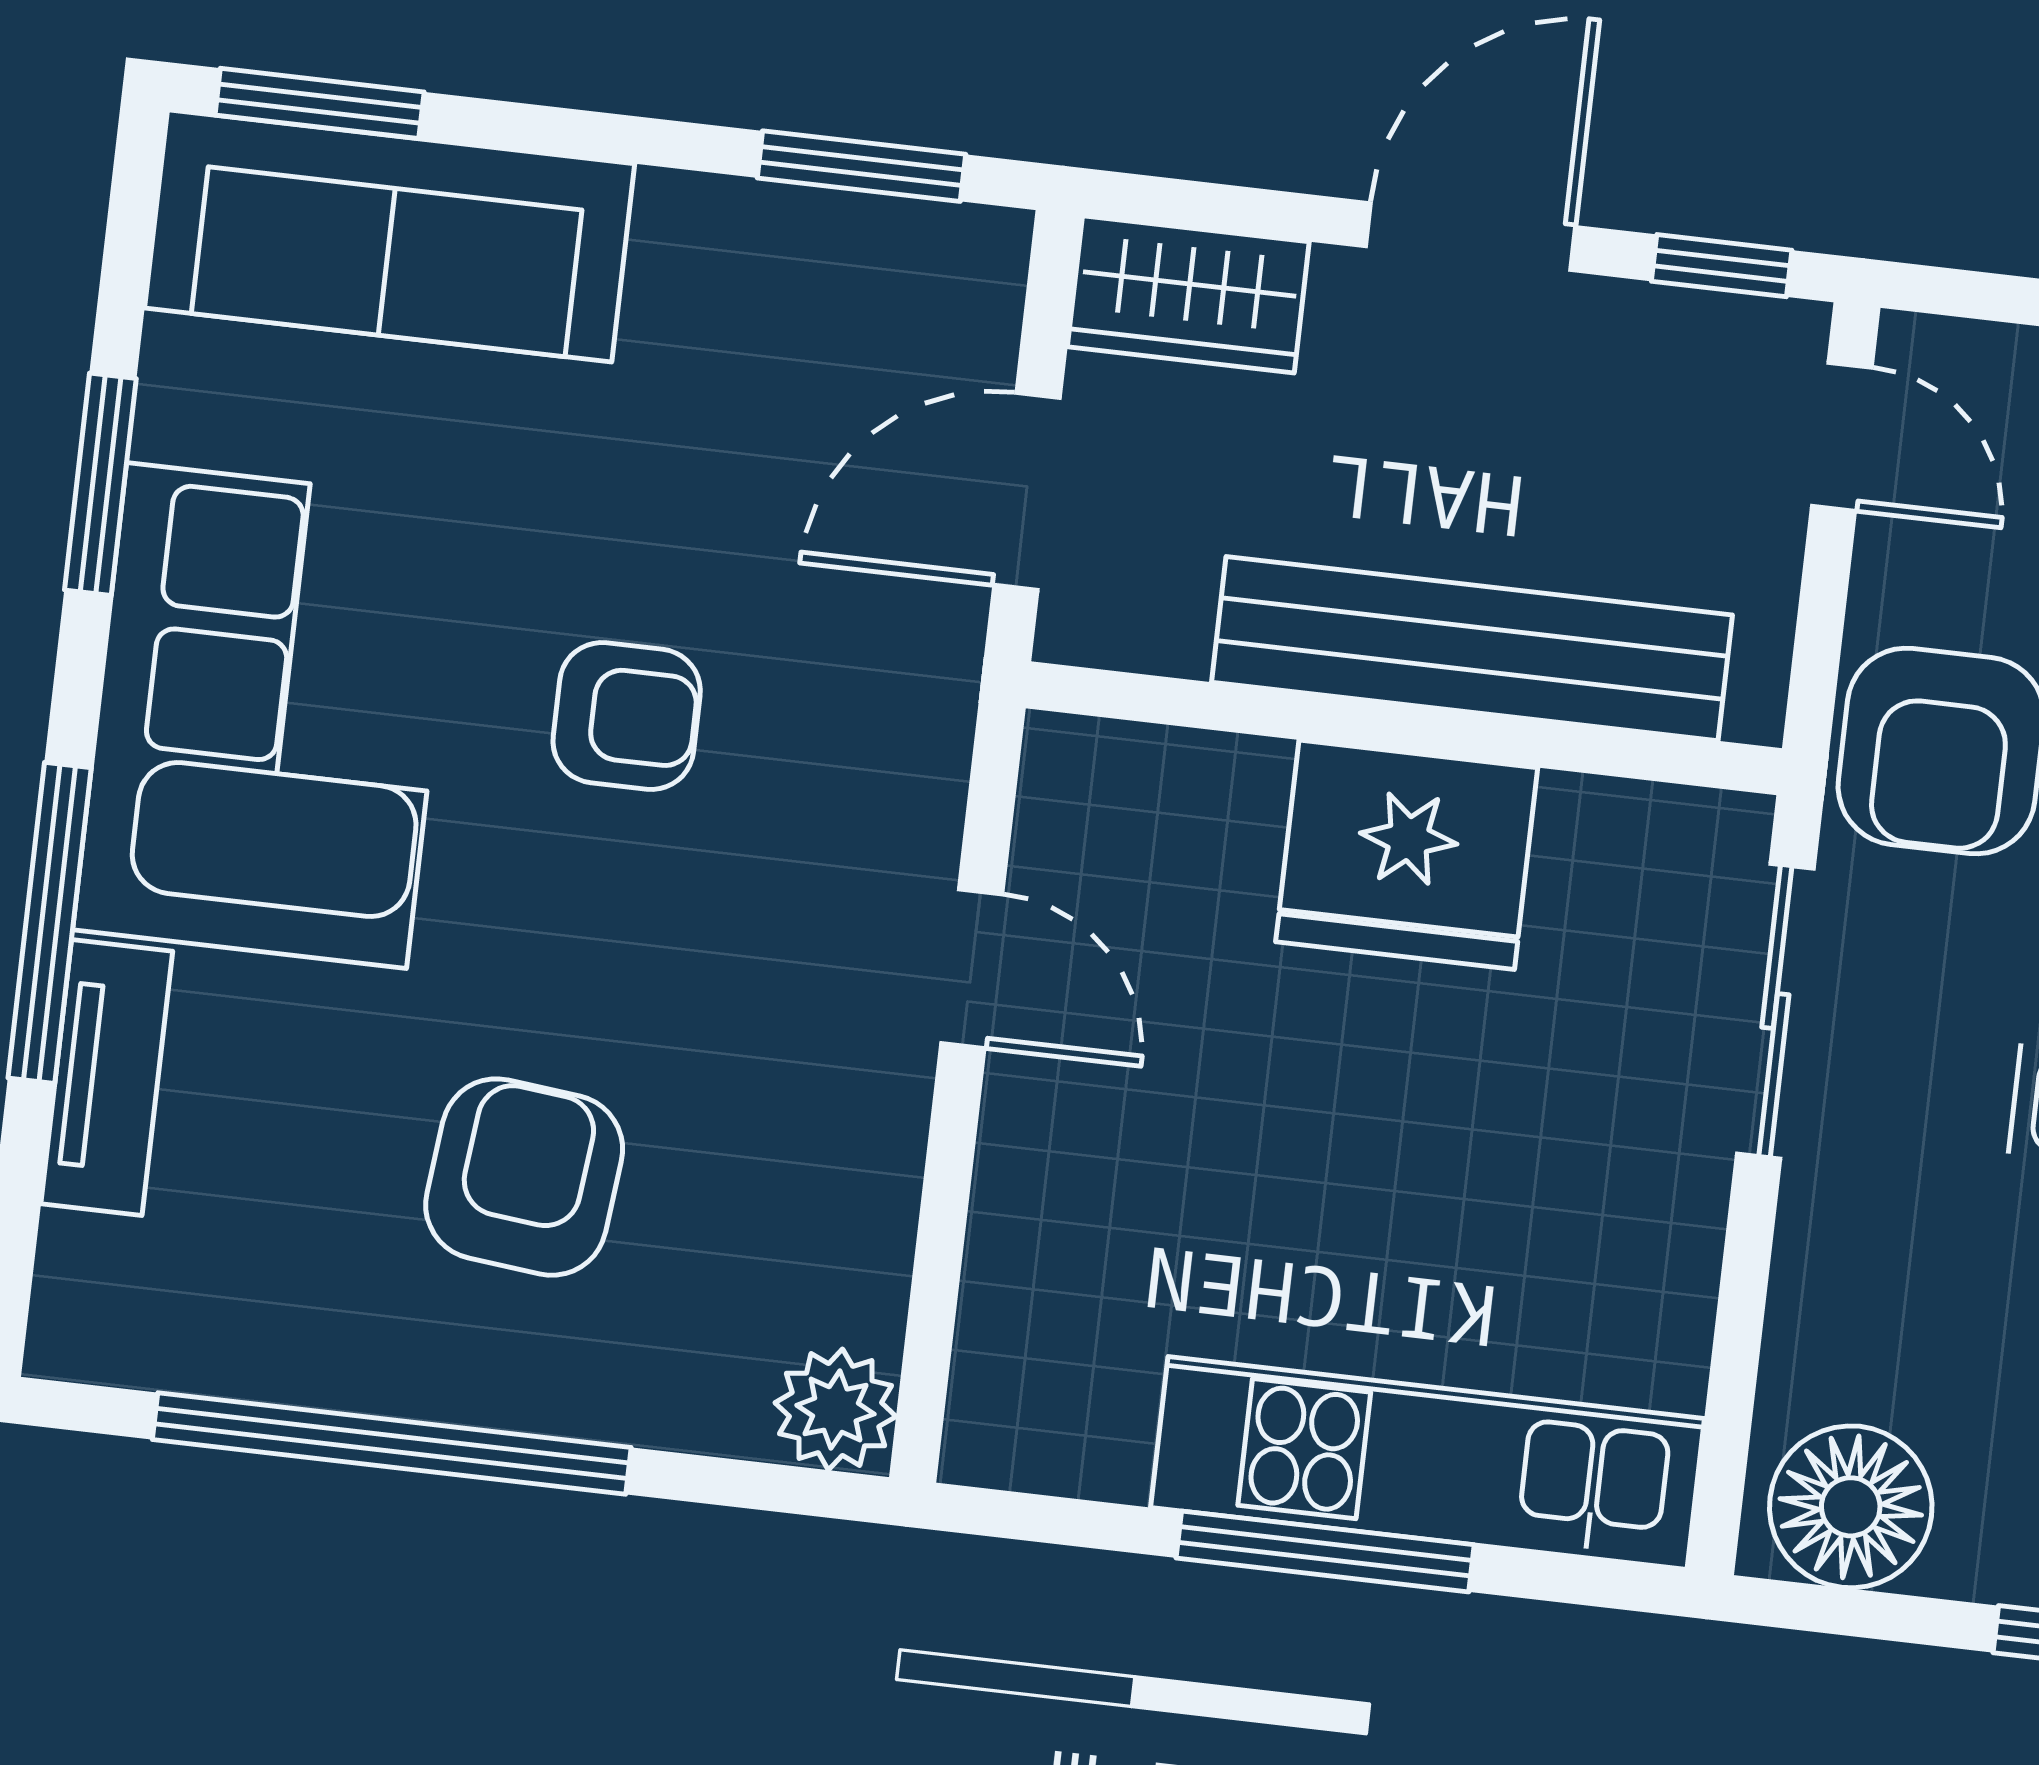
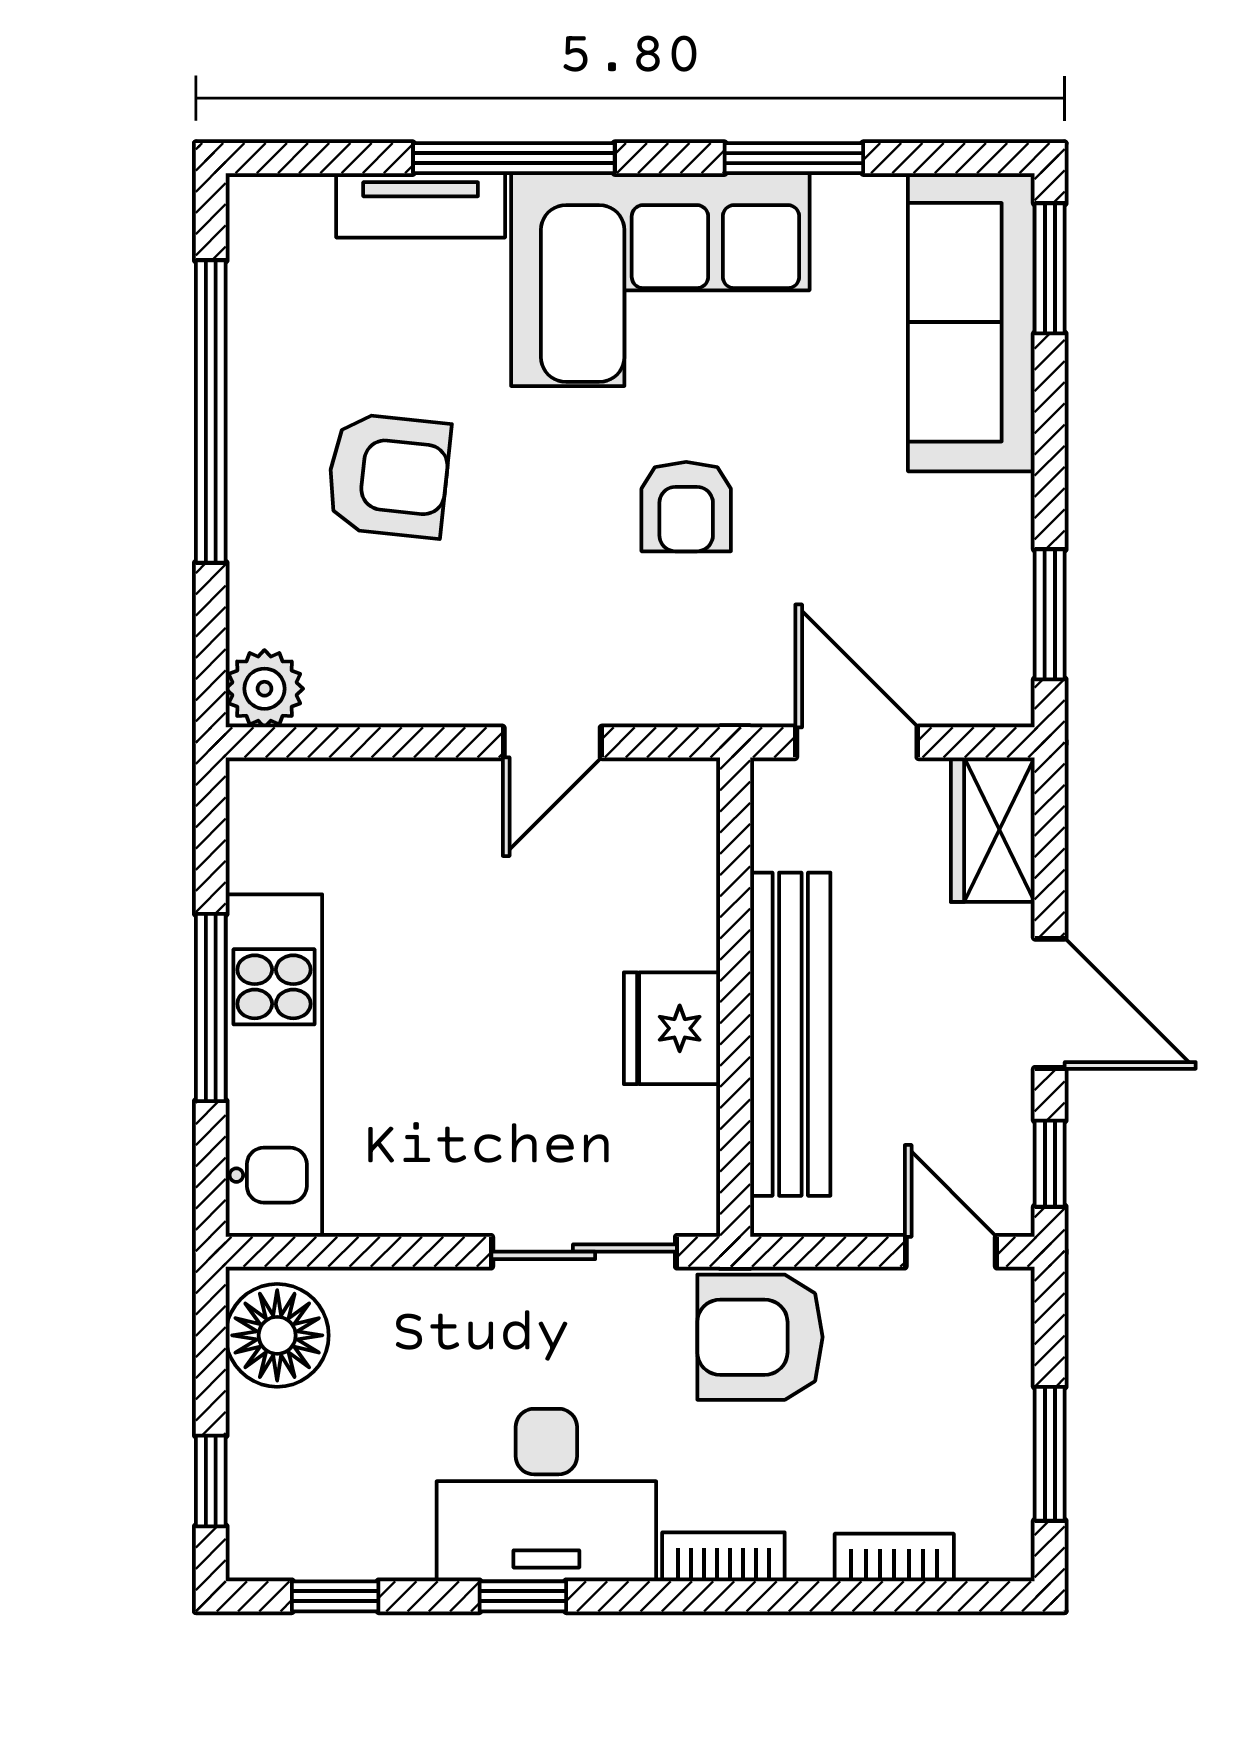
door: (1842, 437) -> (951, 1252), swing flipped
fridge: (1407, 855) -> (672, 1028), width x0.73, depth x0.75

